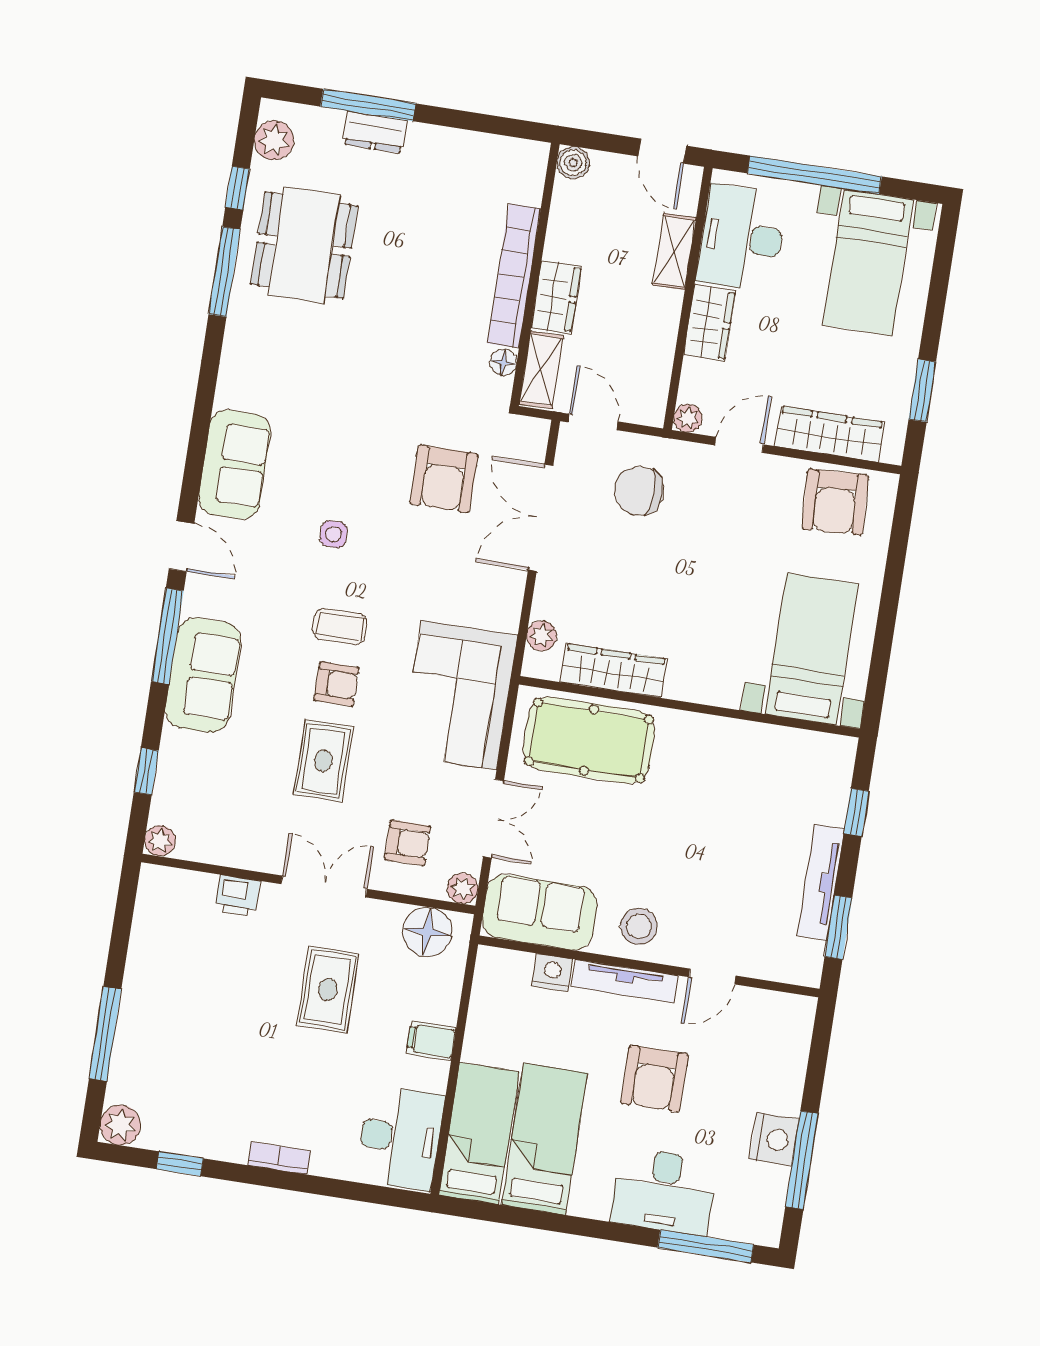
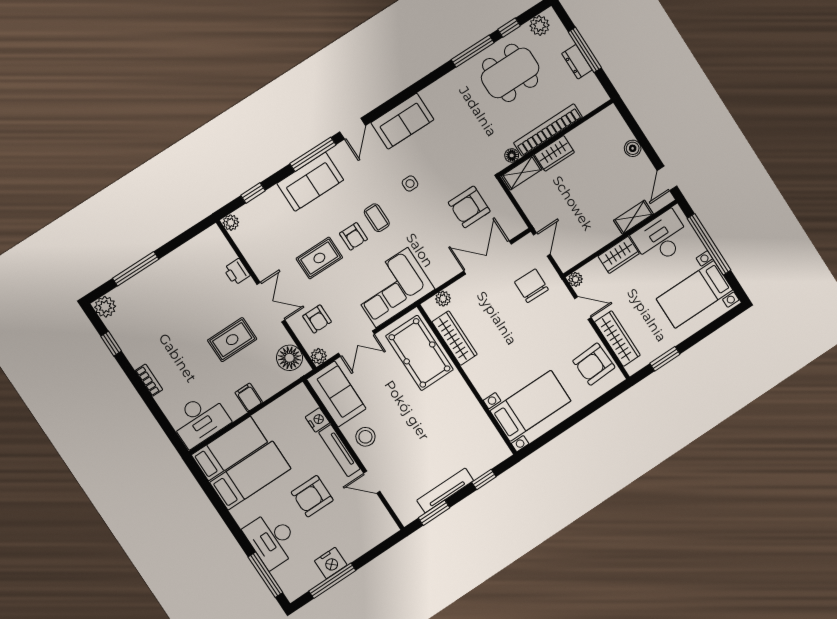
wall: (535, 274) -> (556, 138), moved
bookcase: (514, 276) -> (548, 130), moved
wardrobe: (556, 297) -> (554, 153), moved
floor lamp: (503, 362) -> (512, 155), moved
shelving: (541, 370) -> (522, 173), moved

